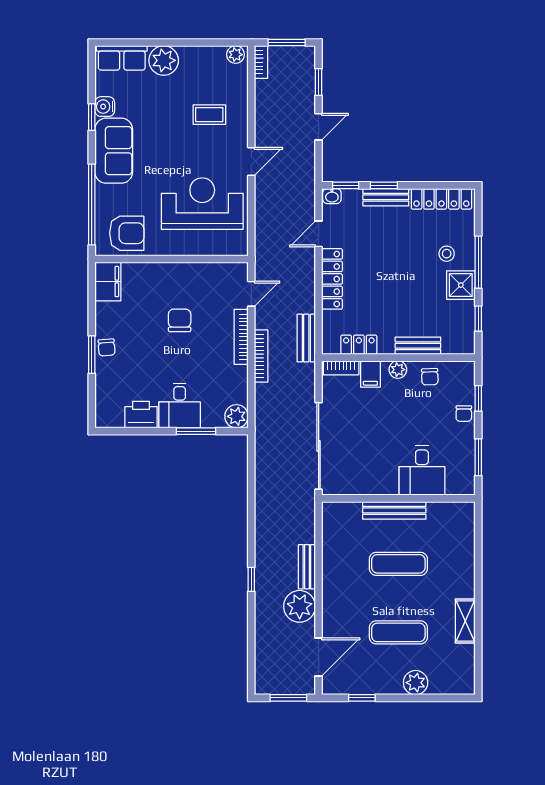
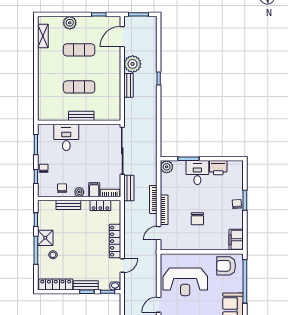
bench: (306, 338) -> (129, 188), moved
bench: (394, 510) -> (81, 116), width x0.73
shelving: (465, 621) -> (43, 36), moved

